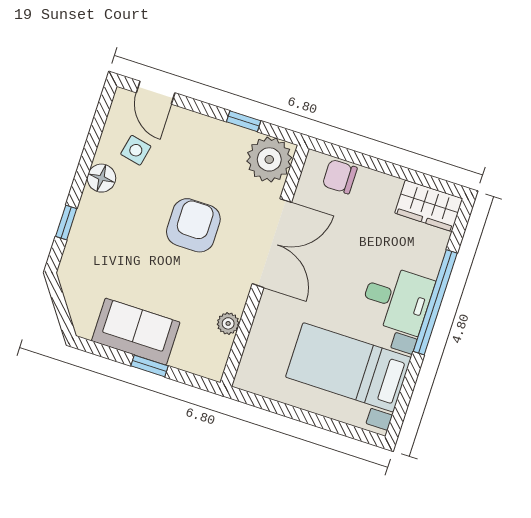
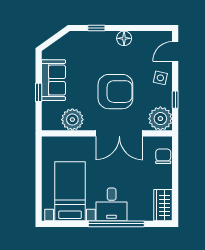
side table: (136, 150) -> (160, 78), moved
armchair: (193, 225) -> (115, 92), width x1.36, depth x1.36
plant: (228, 323) -> (72, 120), width x1.88, depth x1.88

